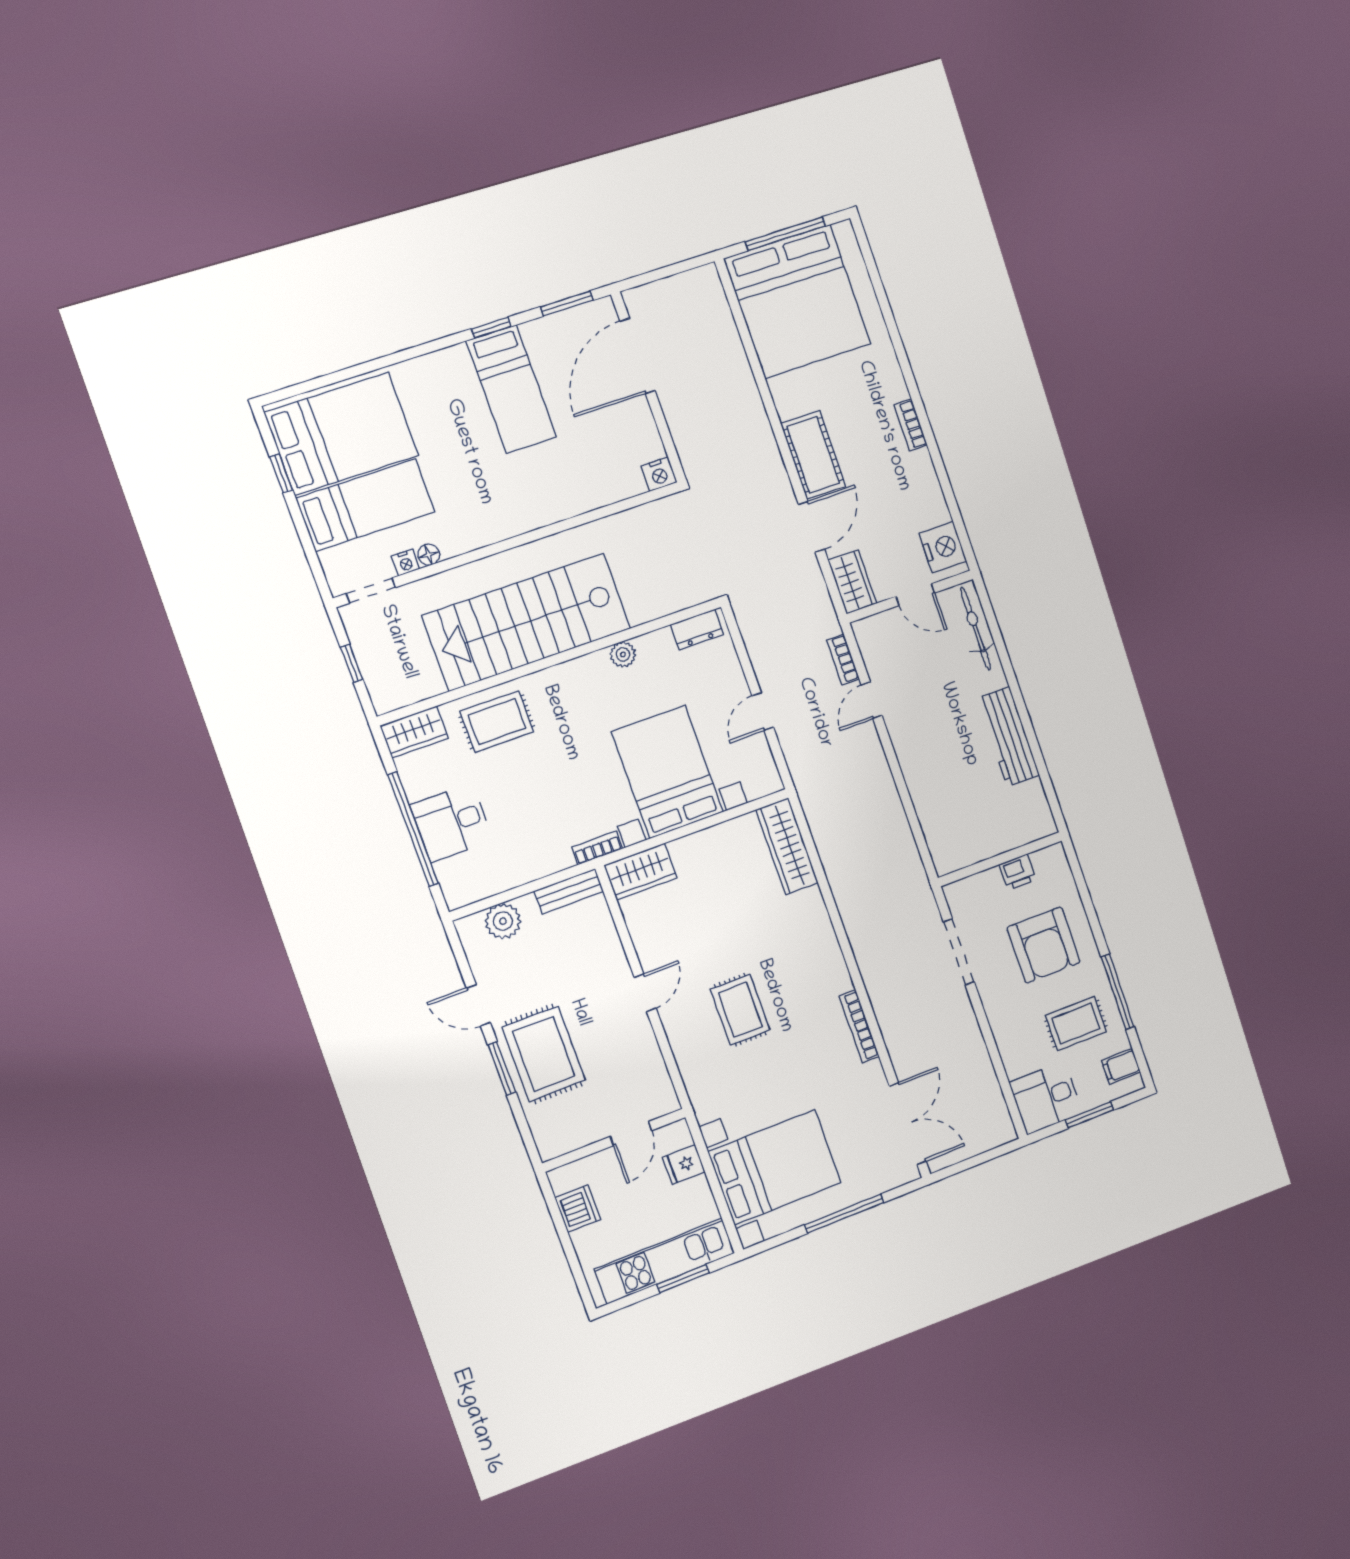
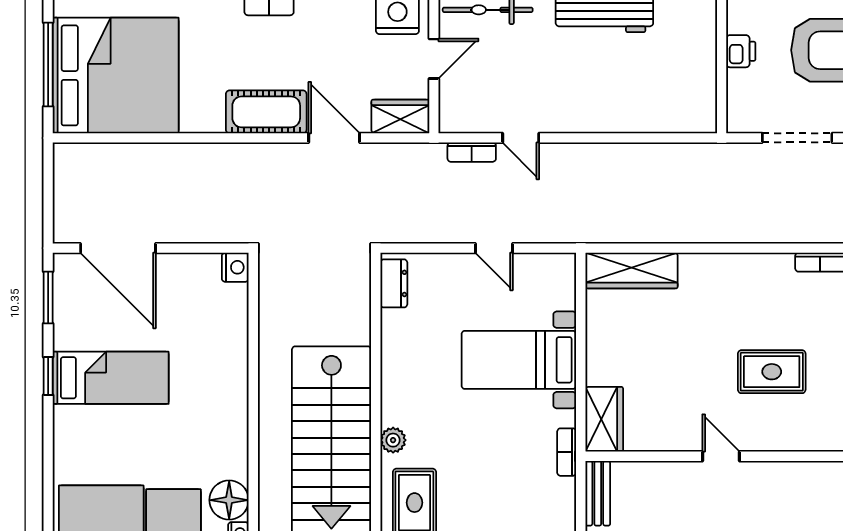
floor lamp: (429, 555) -> (229, 500), width x1.89, depth x1.89
plant: (623, 654) -> (393, 440), moved
bed with nightstands: (667, 772) -> (519, 360), width x0.73

